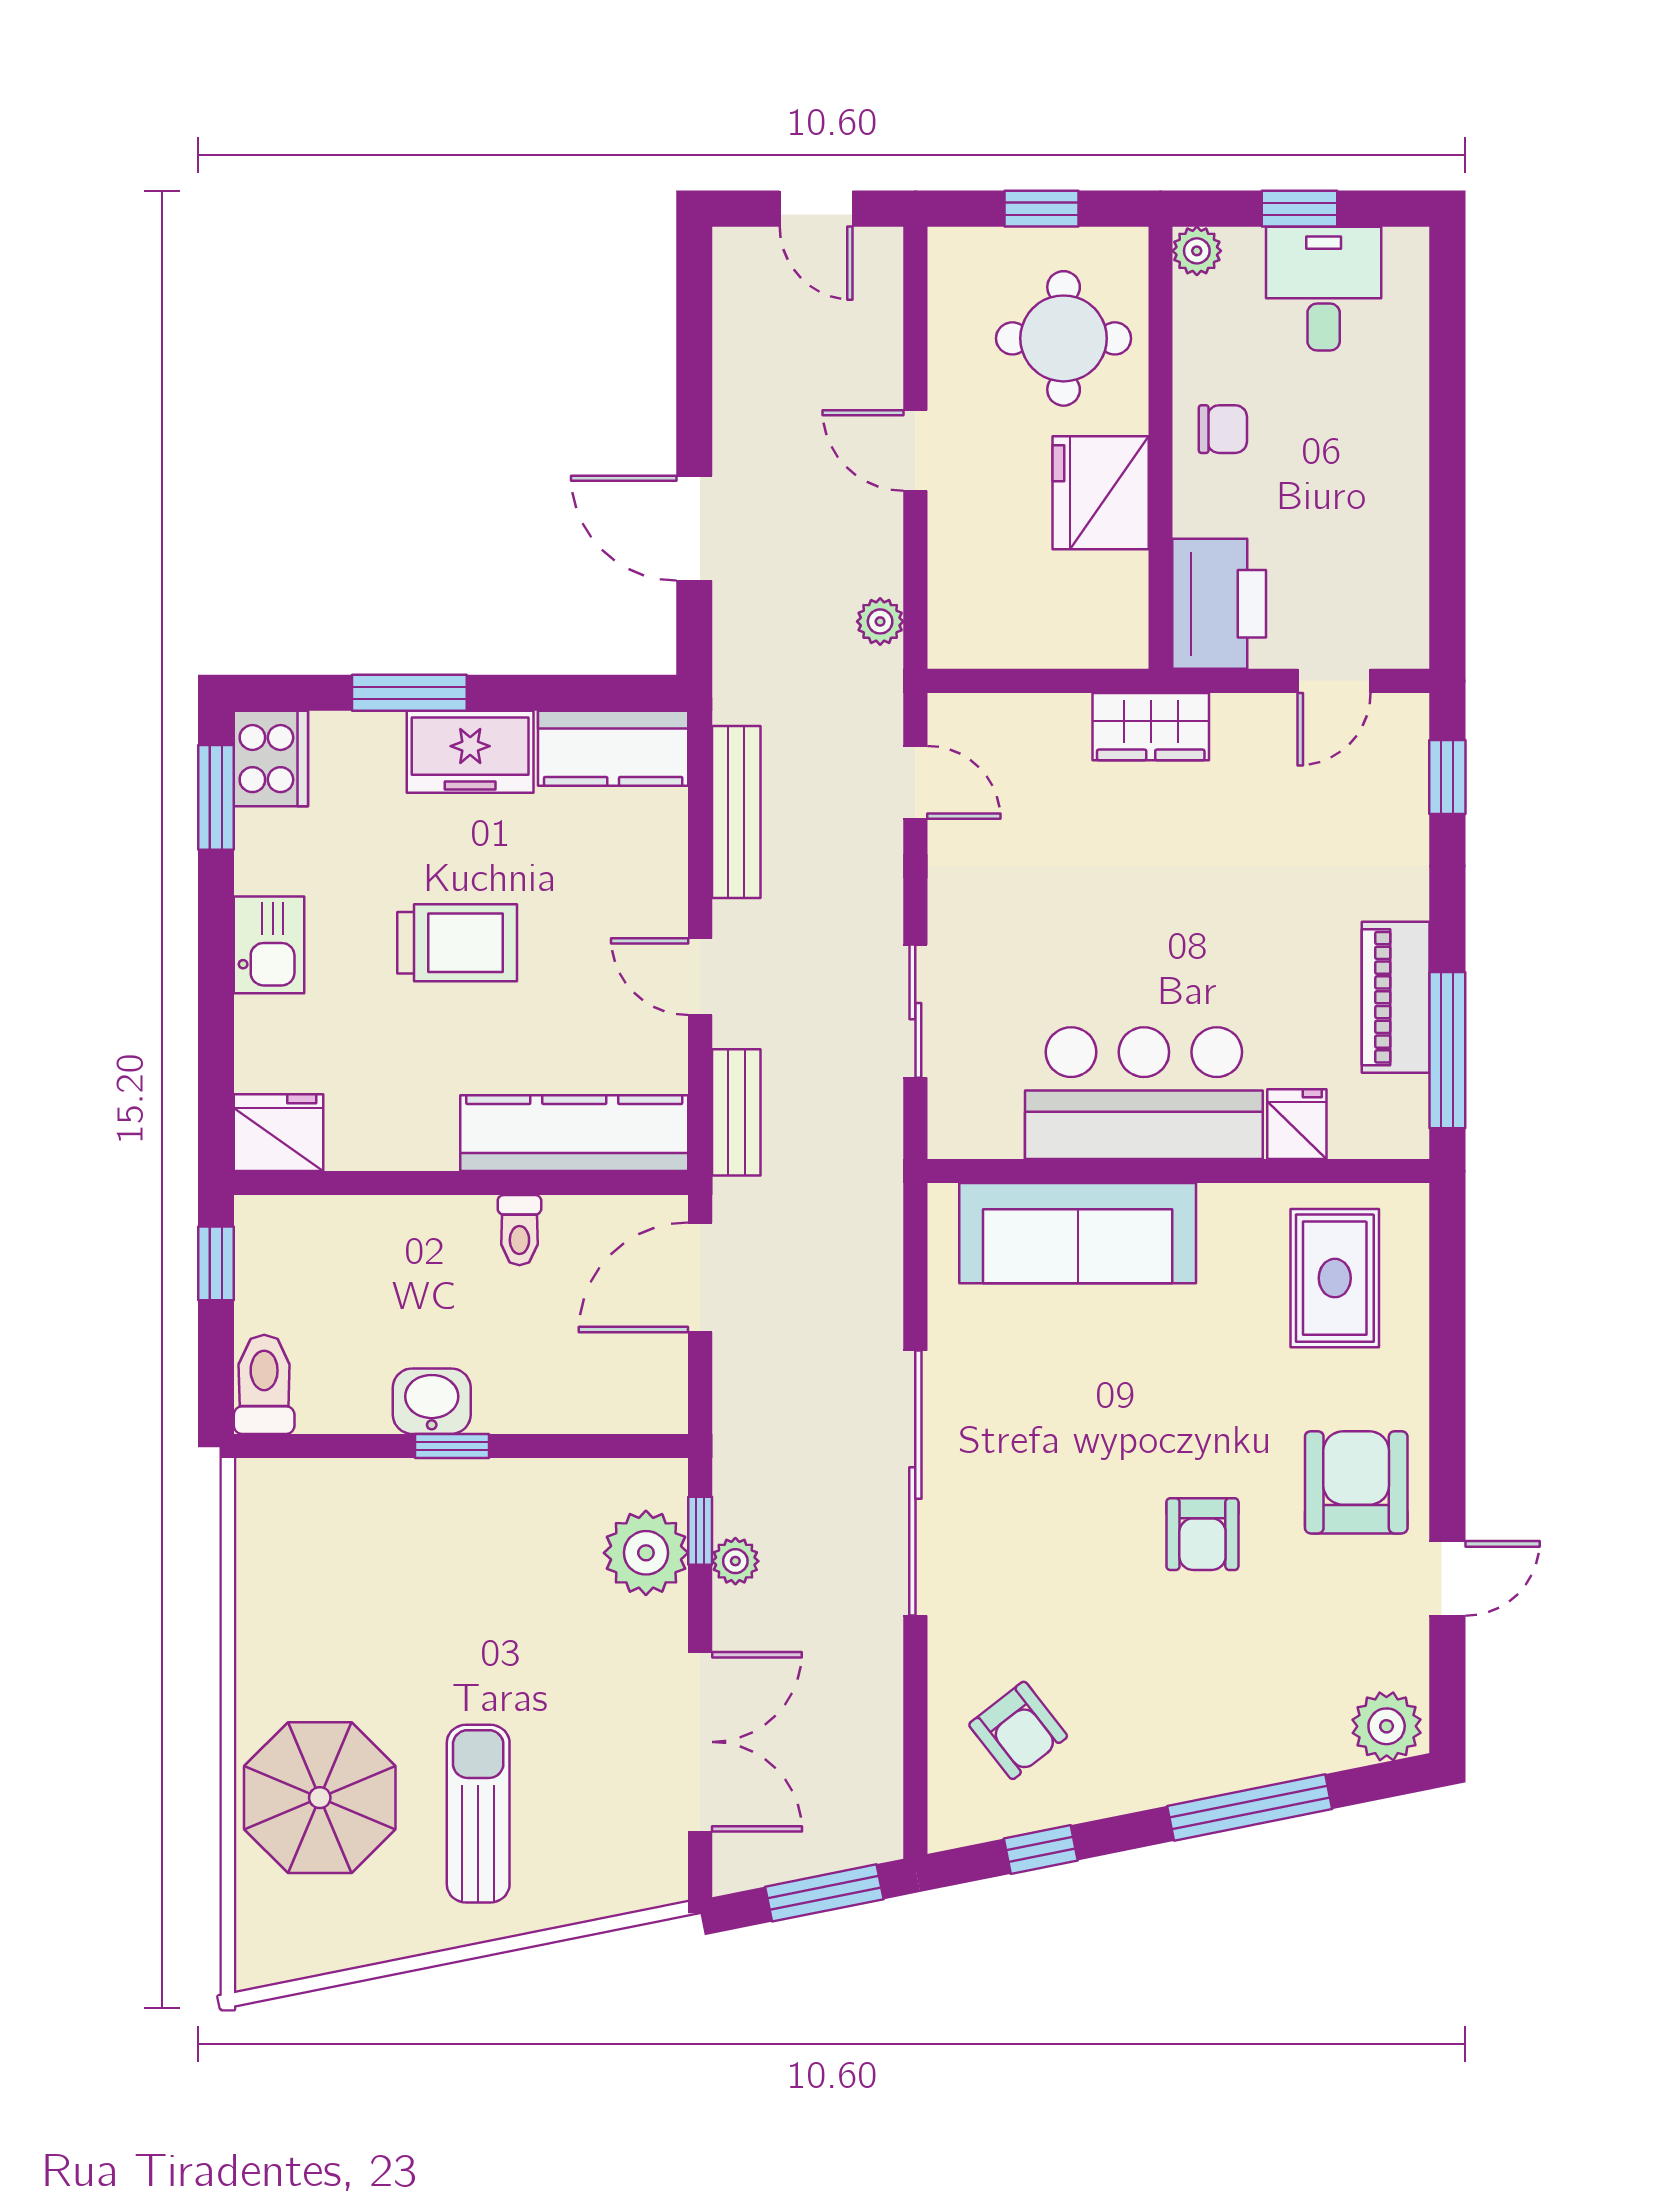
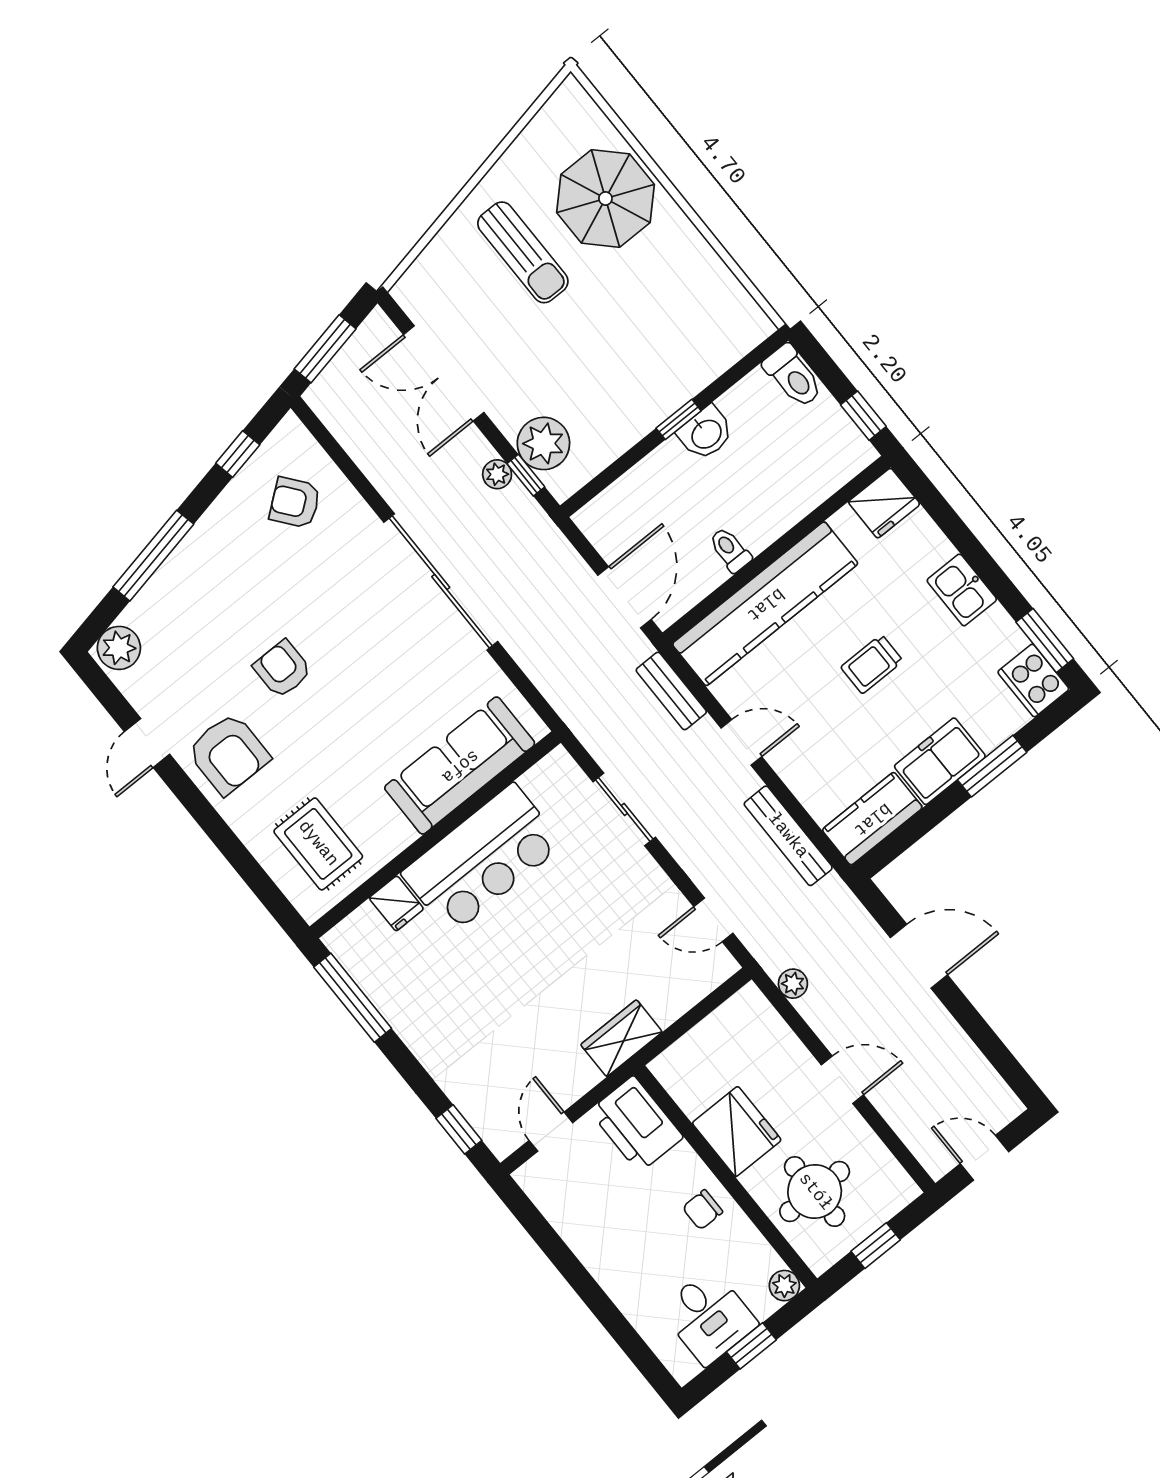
trolley: (457, 943) -> (872, 664), width x0.73, depth x0.72
piano: (1396, 997) -> (398, 1003), removed
kitchen counter: (574, 1133) -> (765, 604), width x1.39, depth x1.17

